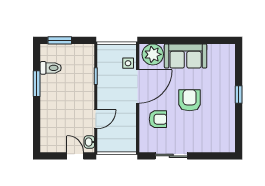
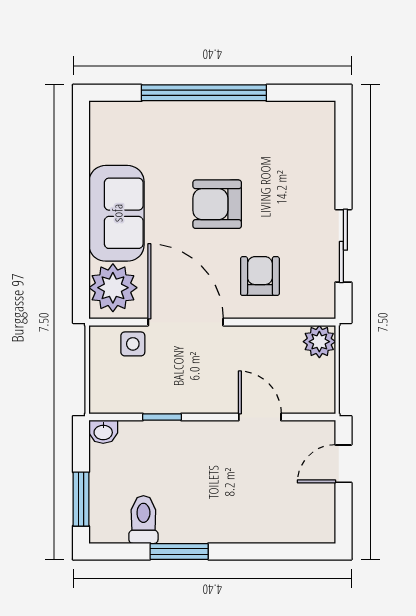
window: (239, 95) -> (204, 93), width x3.17
washbasin: (89, 142) -> (103, 432), moved
plant: (129, 145) -> (319, 342), added

